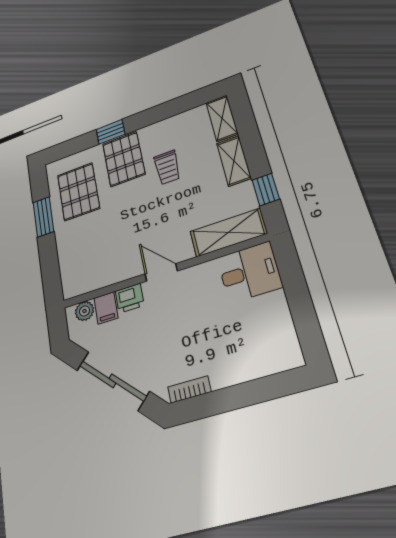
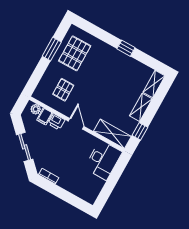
window: (111, 132) -> (126, 48), moved
pallet: (124, 159) -> (63, 90), moved, width x0.67, depth x0.71
trolley: (167, 167) -> (116, 82), removed
desk: (249, 272) -> (103, 160), width x1.37
sliding door: (112, 381) -> (25, 147), width x0.73

